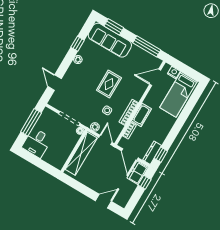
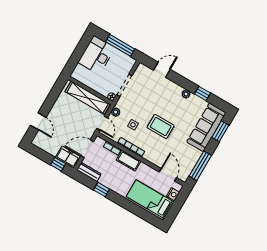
door: (105, 140) -> (102, 123), hinge flipped
desk: (37, 143) -> (97, 55), width x1.37
window: (161, 155) -> (101, 190), moved

